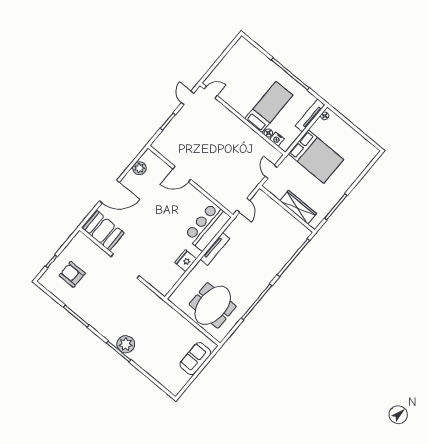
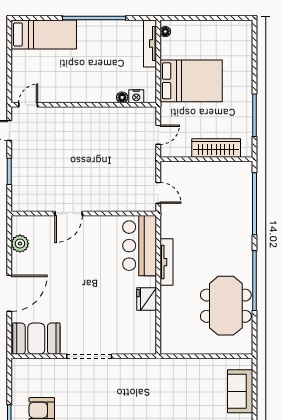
bed: (269, 107) -> (44, 35), moved, turned 90
door: (271, 172) -> (158, 135), swing flipped
meeting table: (213, 305) -> (226, 306), moved

